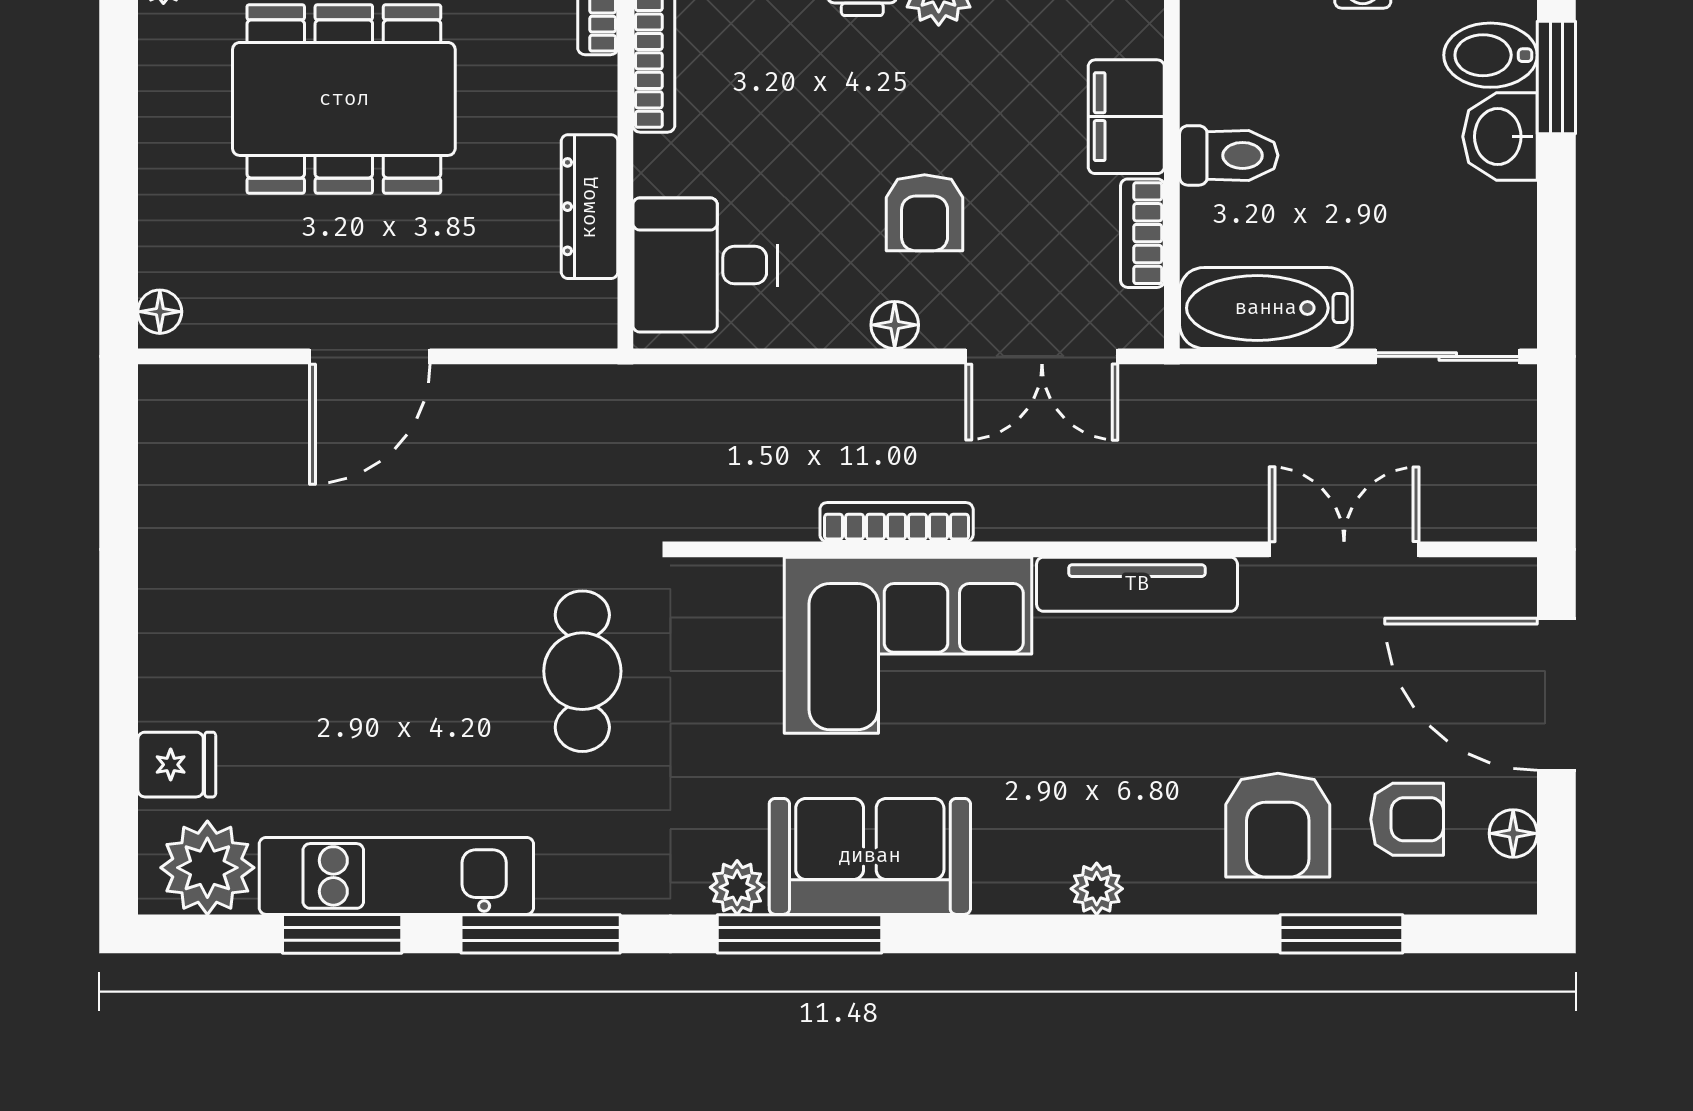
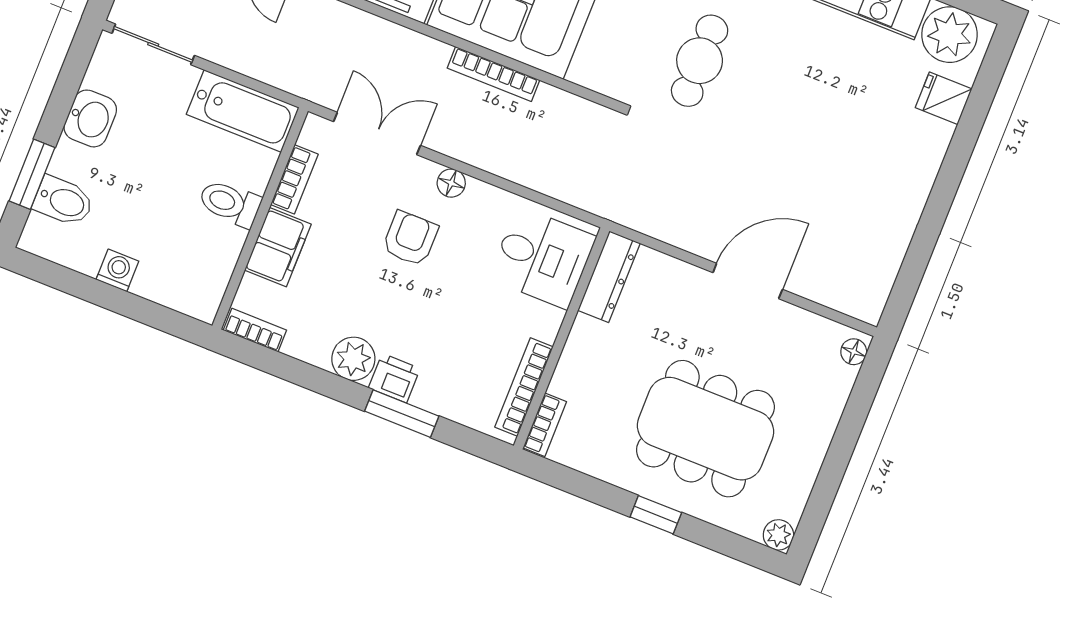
washbasin: (1500, 137) -> (90, 118), moved
dresser: (589, 207) -> (609, 277), moved

